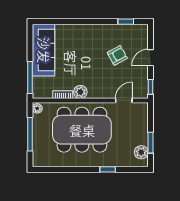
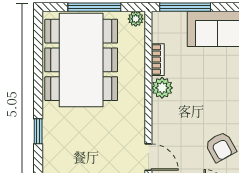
dining table: (82, 130) -> (81, 60), moved

